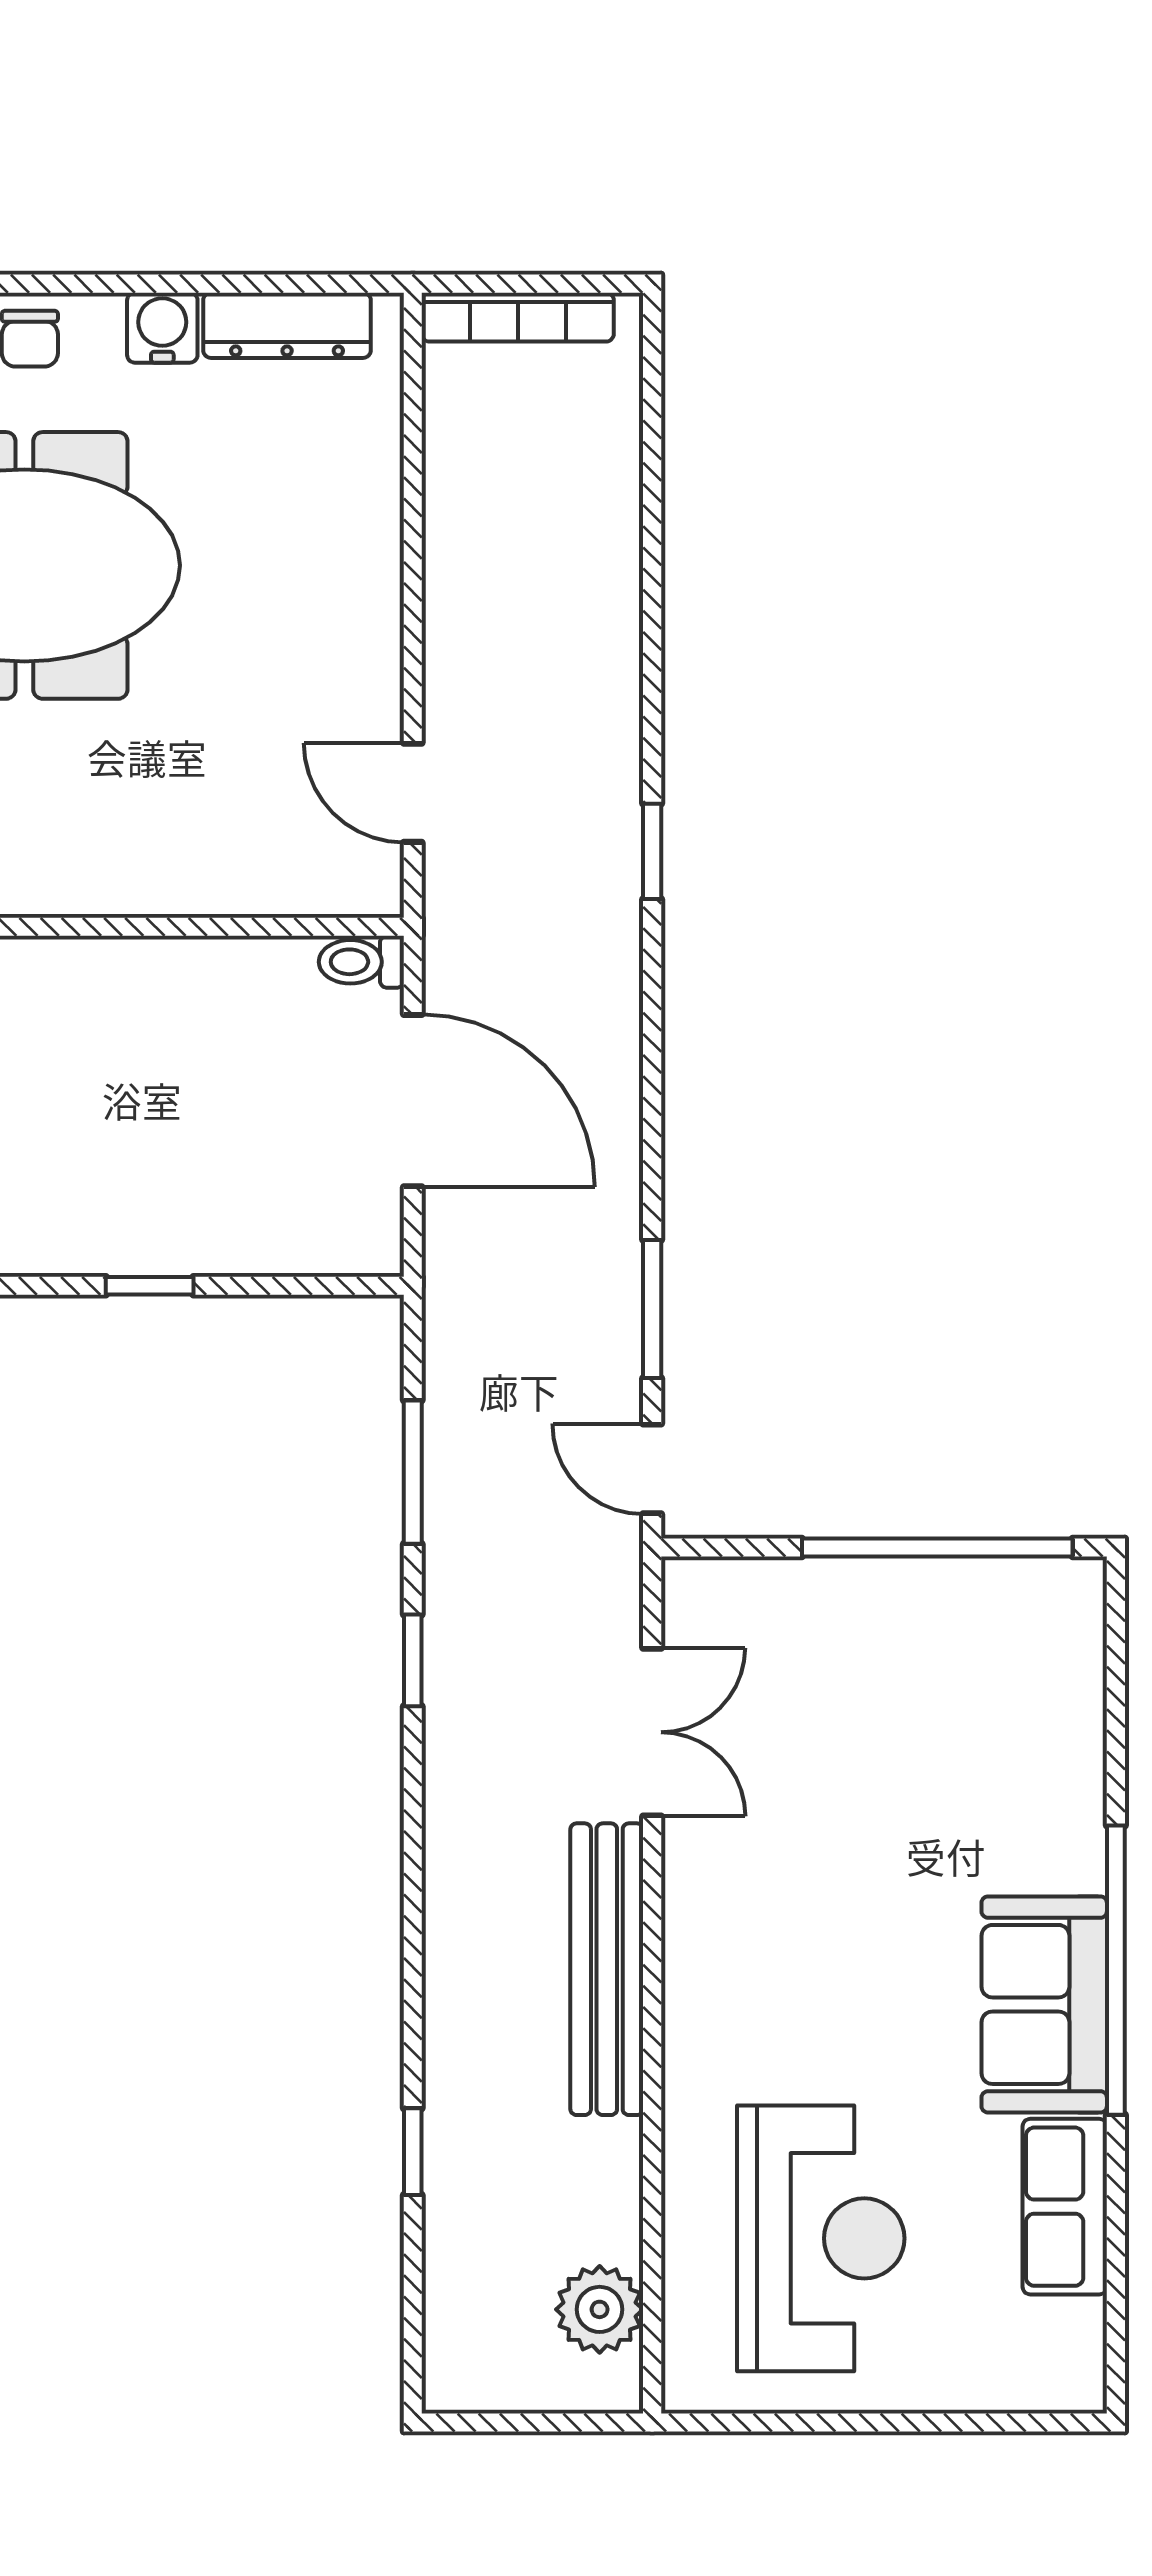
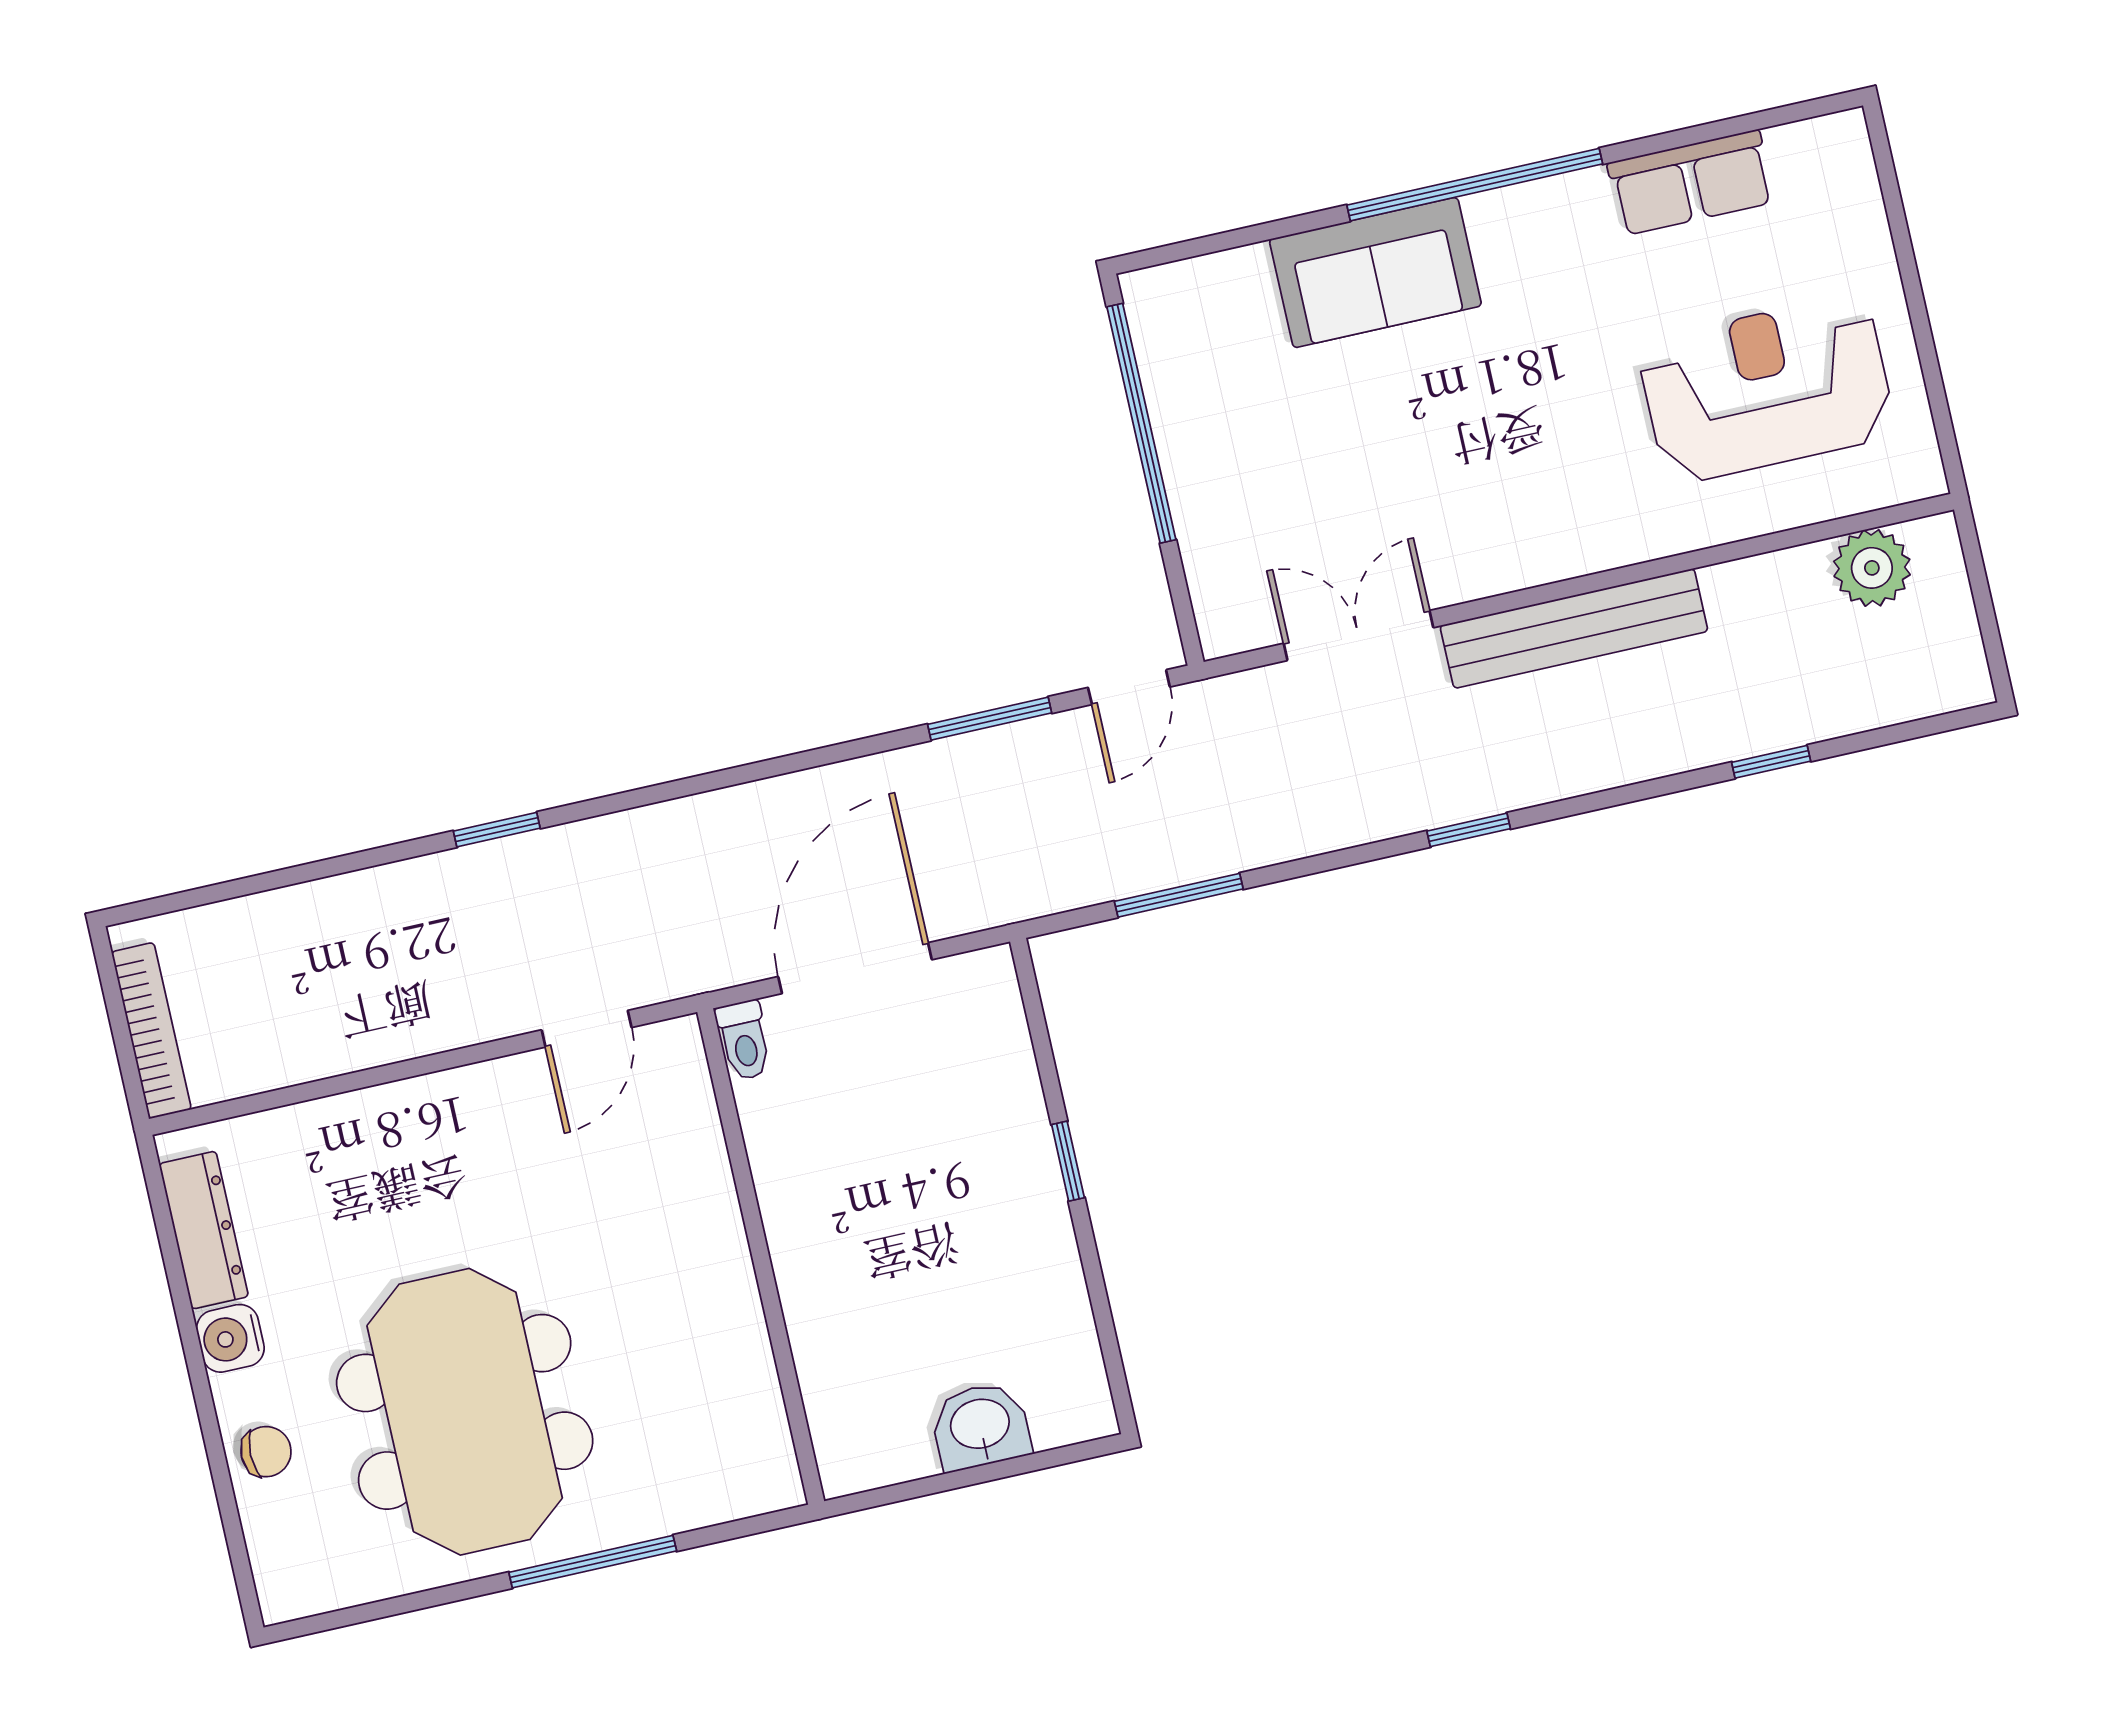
window: (652, 851) -> (497, 830), moved
window: (413, 1660) -> (1469, 830), moved
sofa: (1044, 2004) -> (1375, 272), moved

